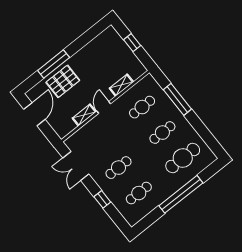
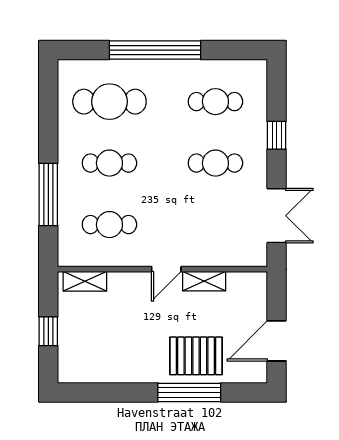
shelving: (121, 85) -> (85, 281), moved

